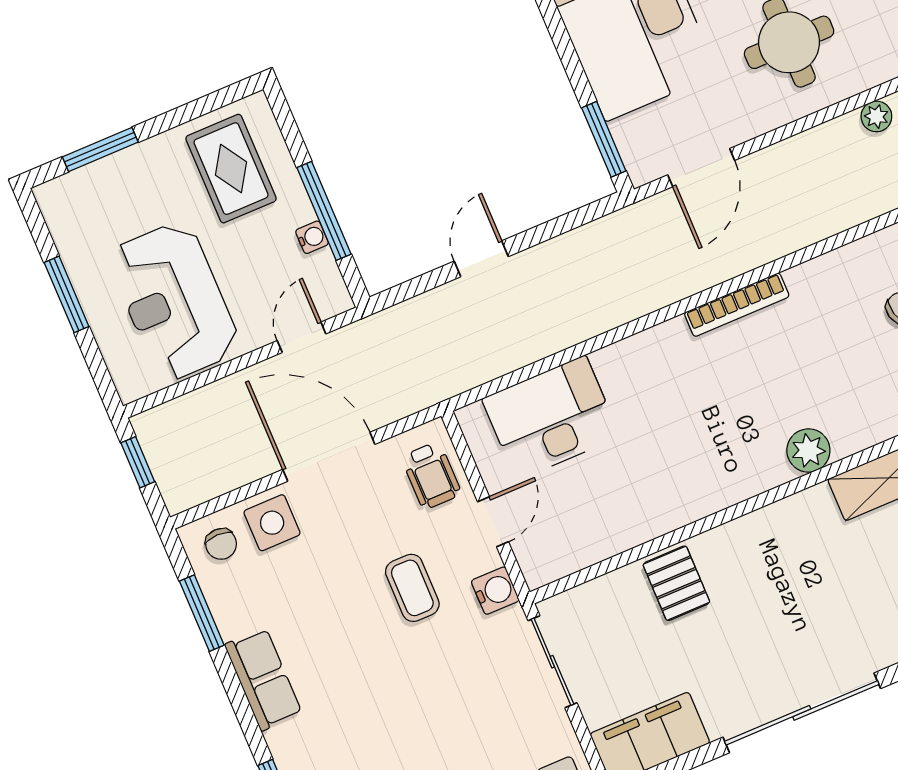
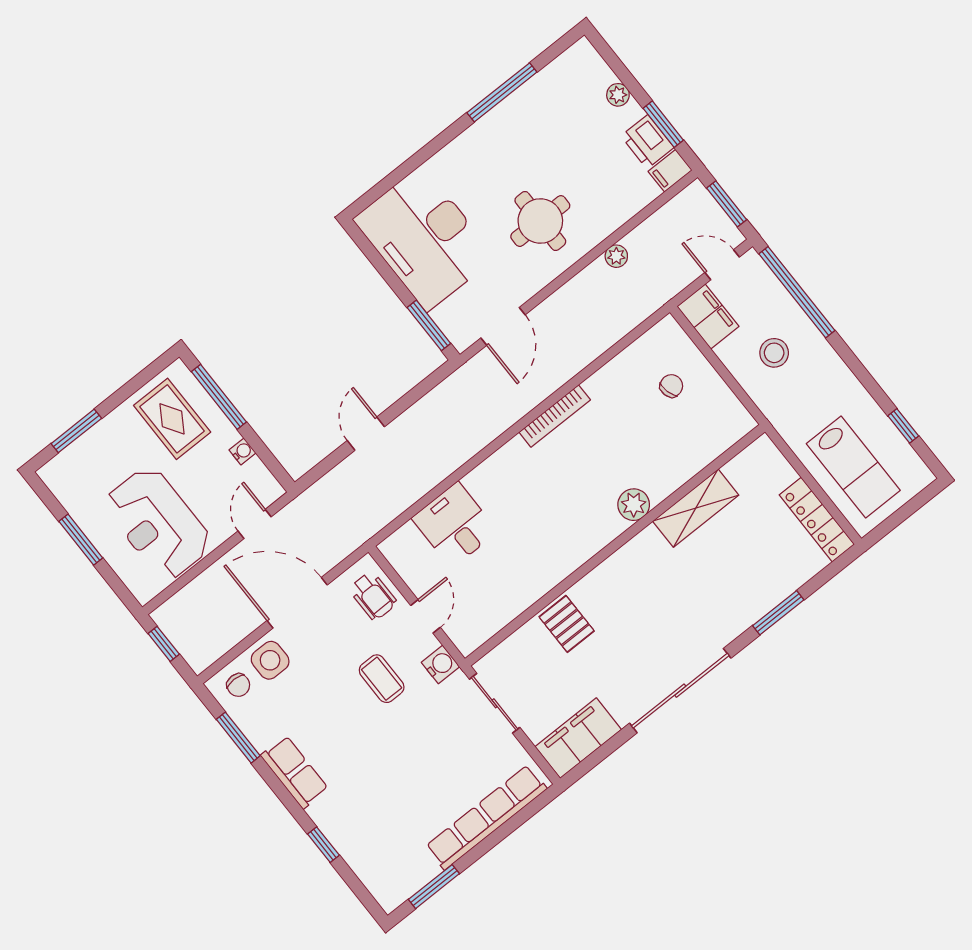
window: (324, 211) -> (219, 397), moved
desk: (551, 418) -> (455, 525), width x0.73

